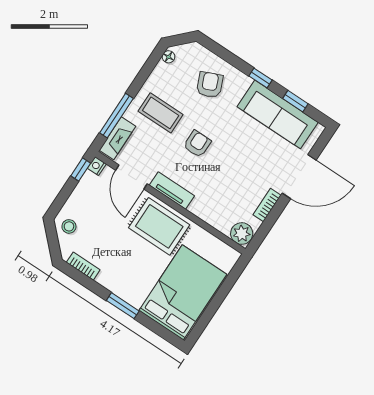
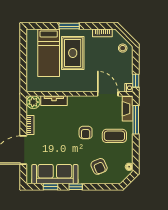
tv unit: (172, 190) -> (54, 101), moved
rug: (159, 226) -> (73, 53), moved, turned 90
bed: (183, 292) -> (49, 53), width x0.67

